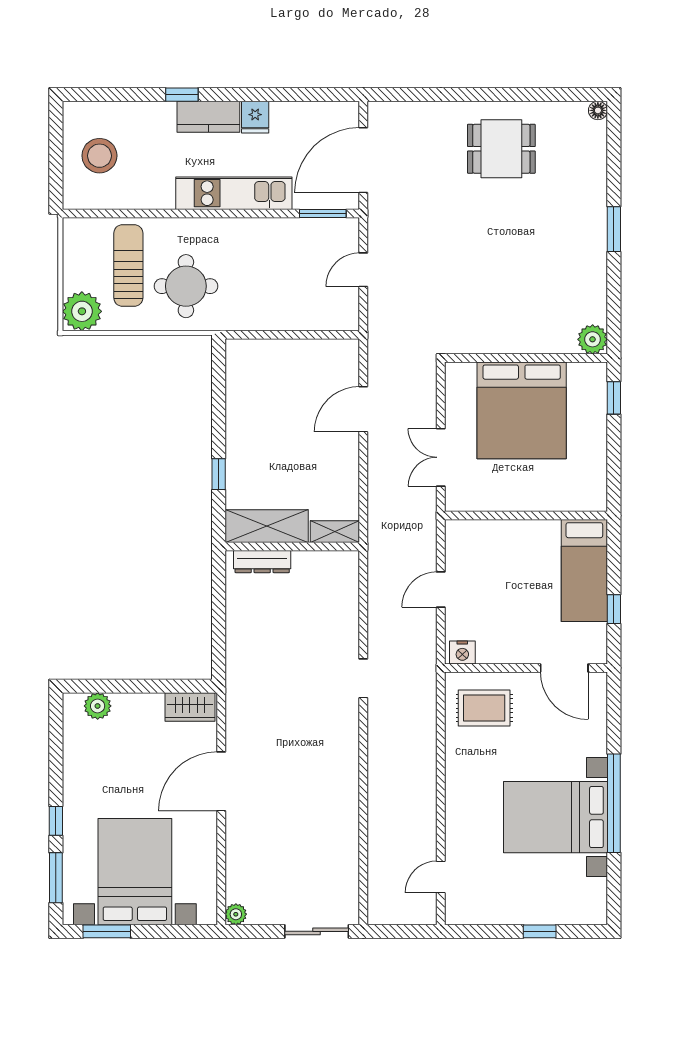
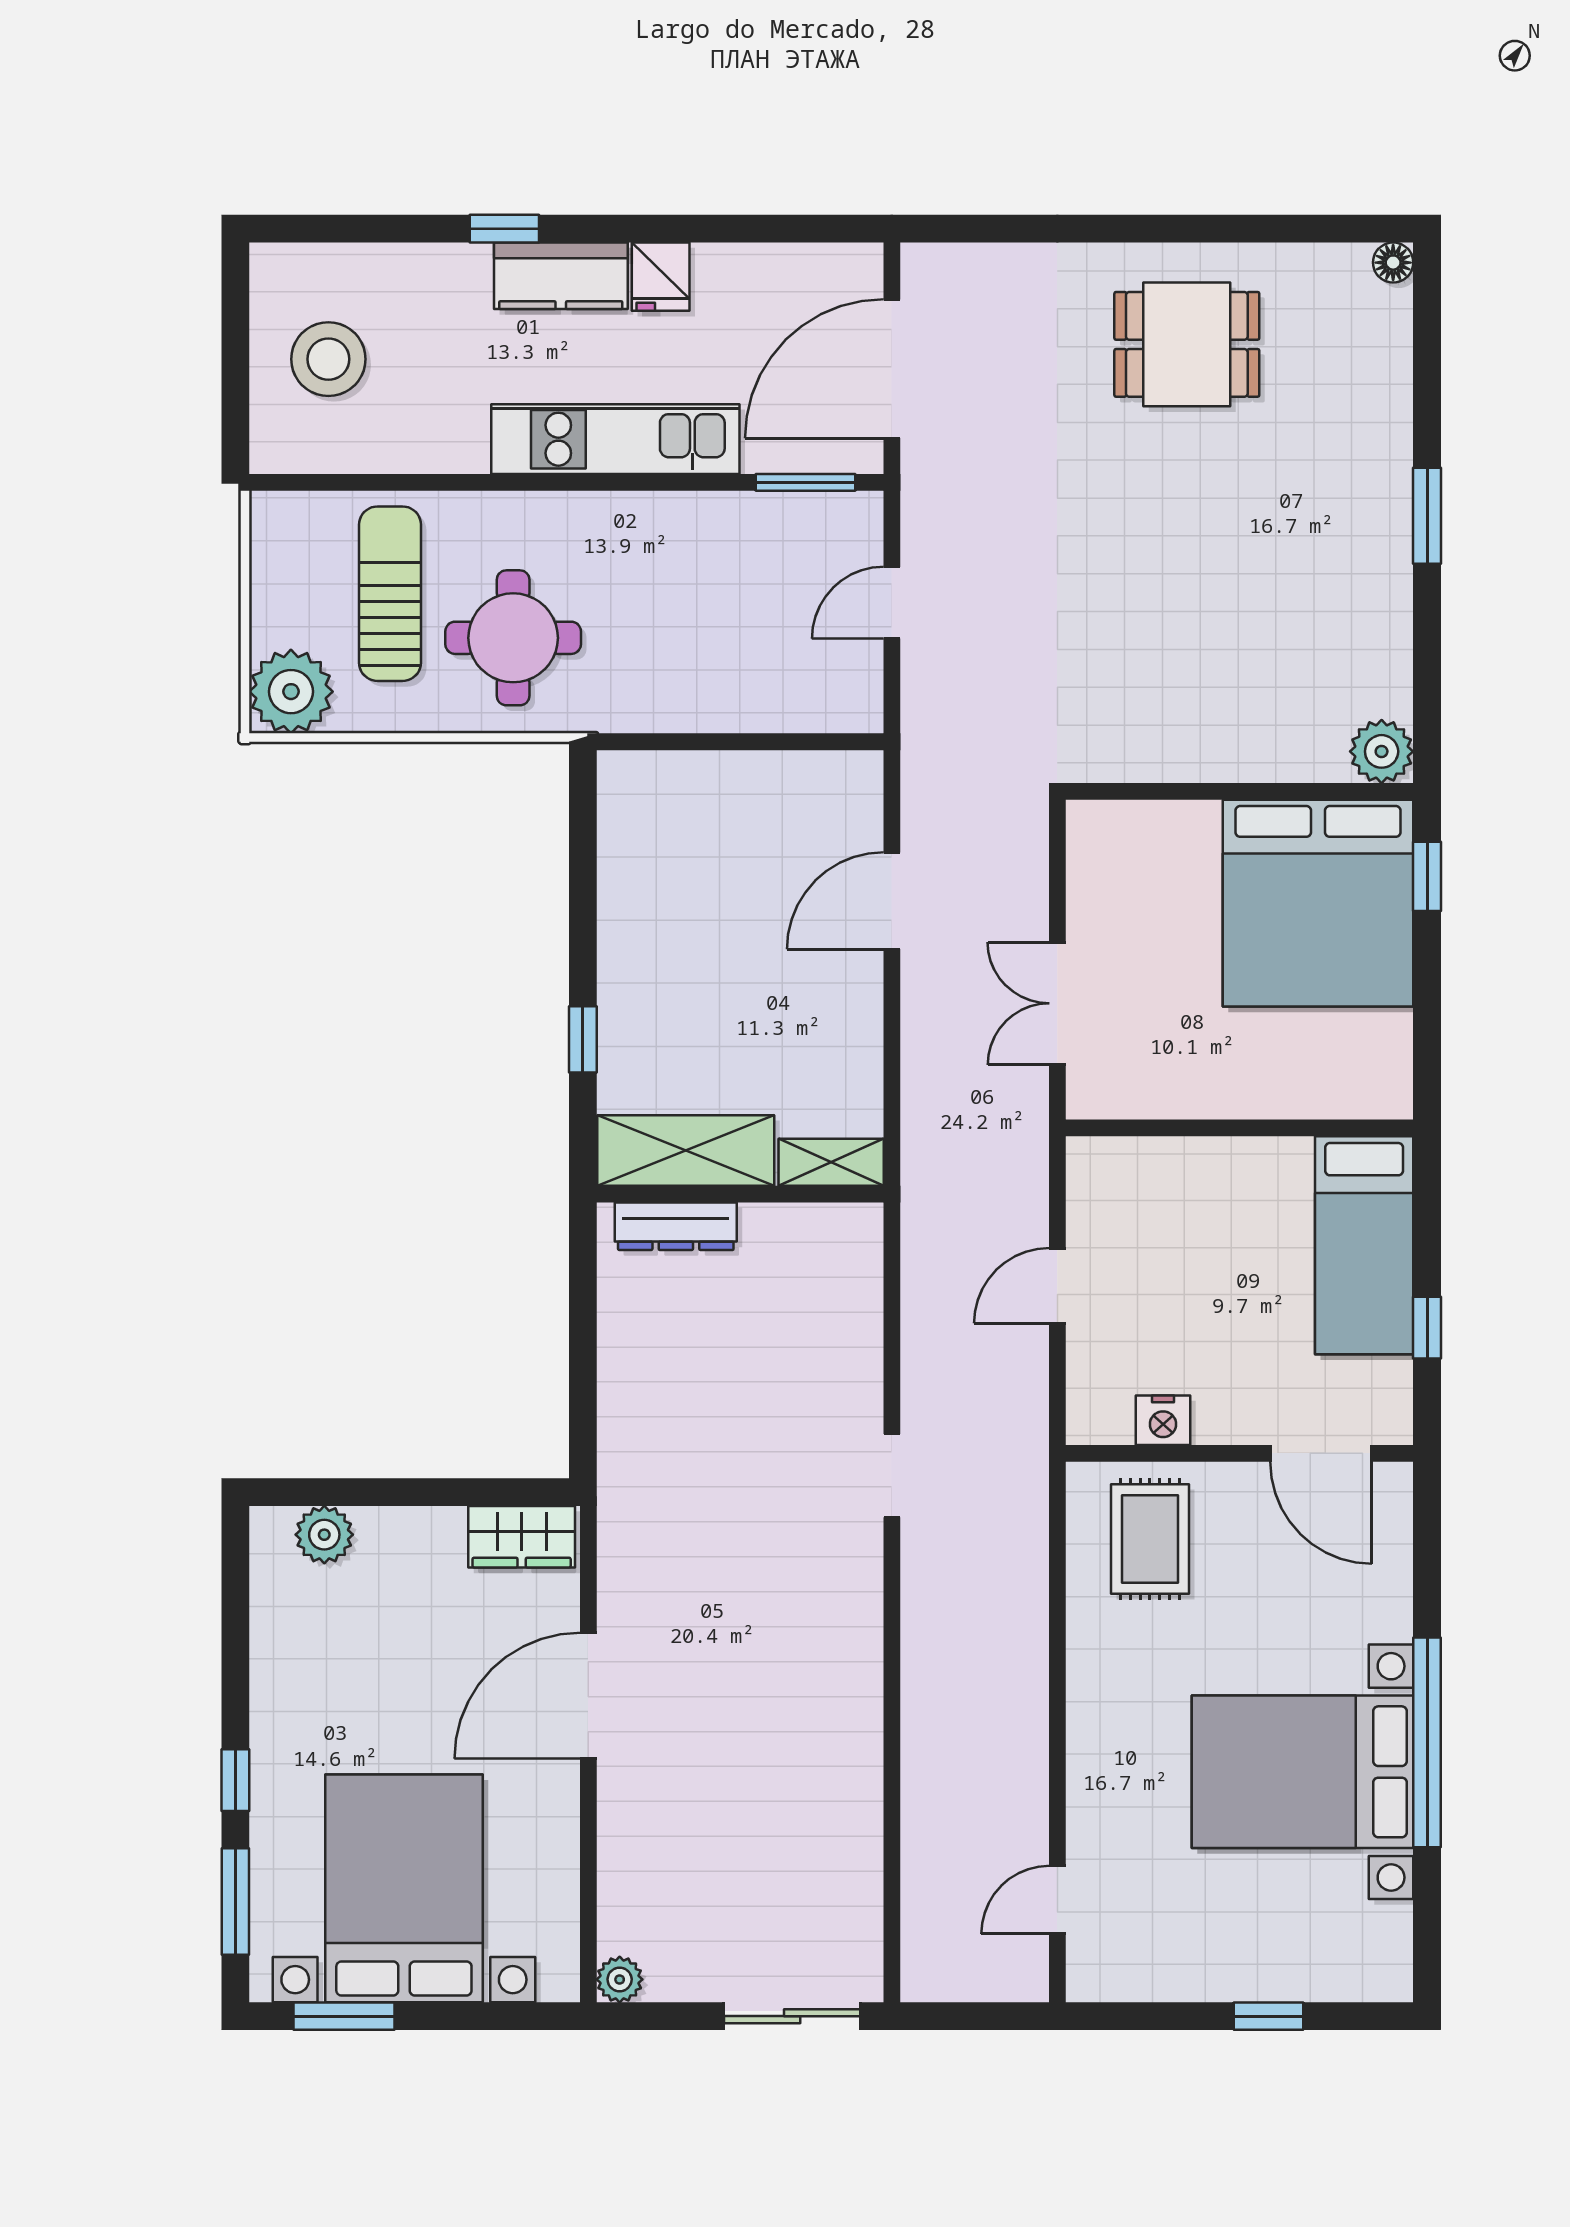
bed: (522, 410) -> (1318, 903), moved
nightstand: (462, 652) -> (1163, 1420), moved
rug: (484, 708) -> (1150, 1539), turned 90

